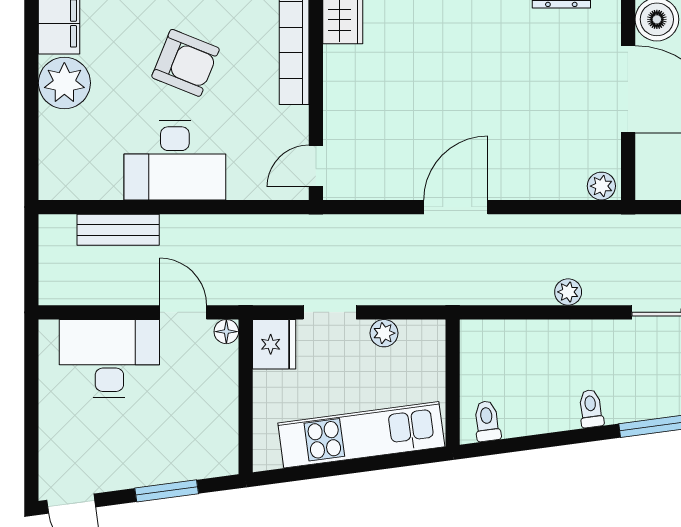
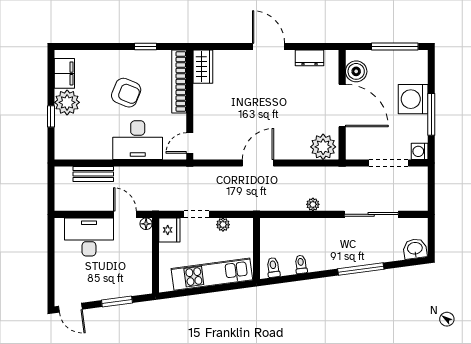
window: (31, 111) -> (51, 116), added
desk: (175, 160) -> (138, 140), moved
plant: (601, 186) -> (323, 147), width x1.88, depth x1.88
toilet: (591, 409) -> (301, 264), moved

